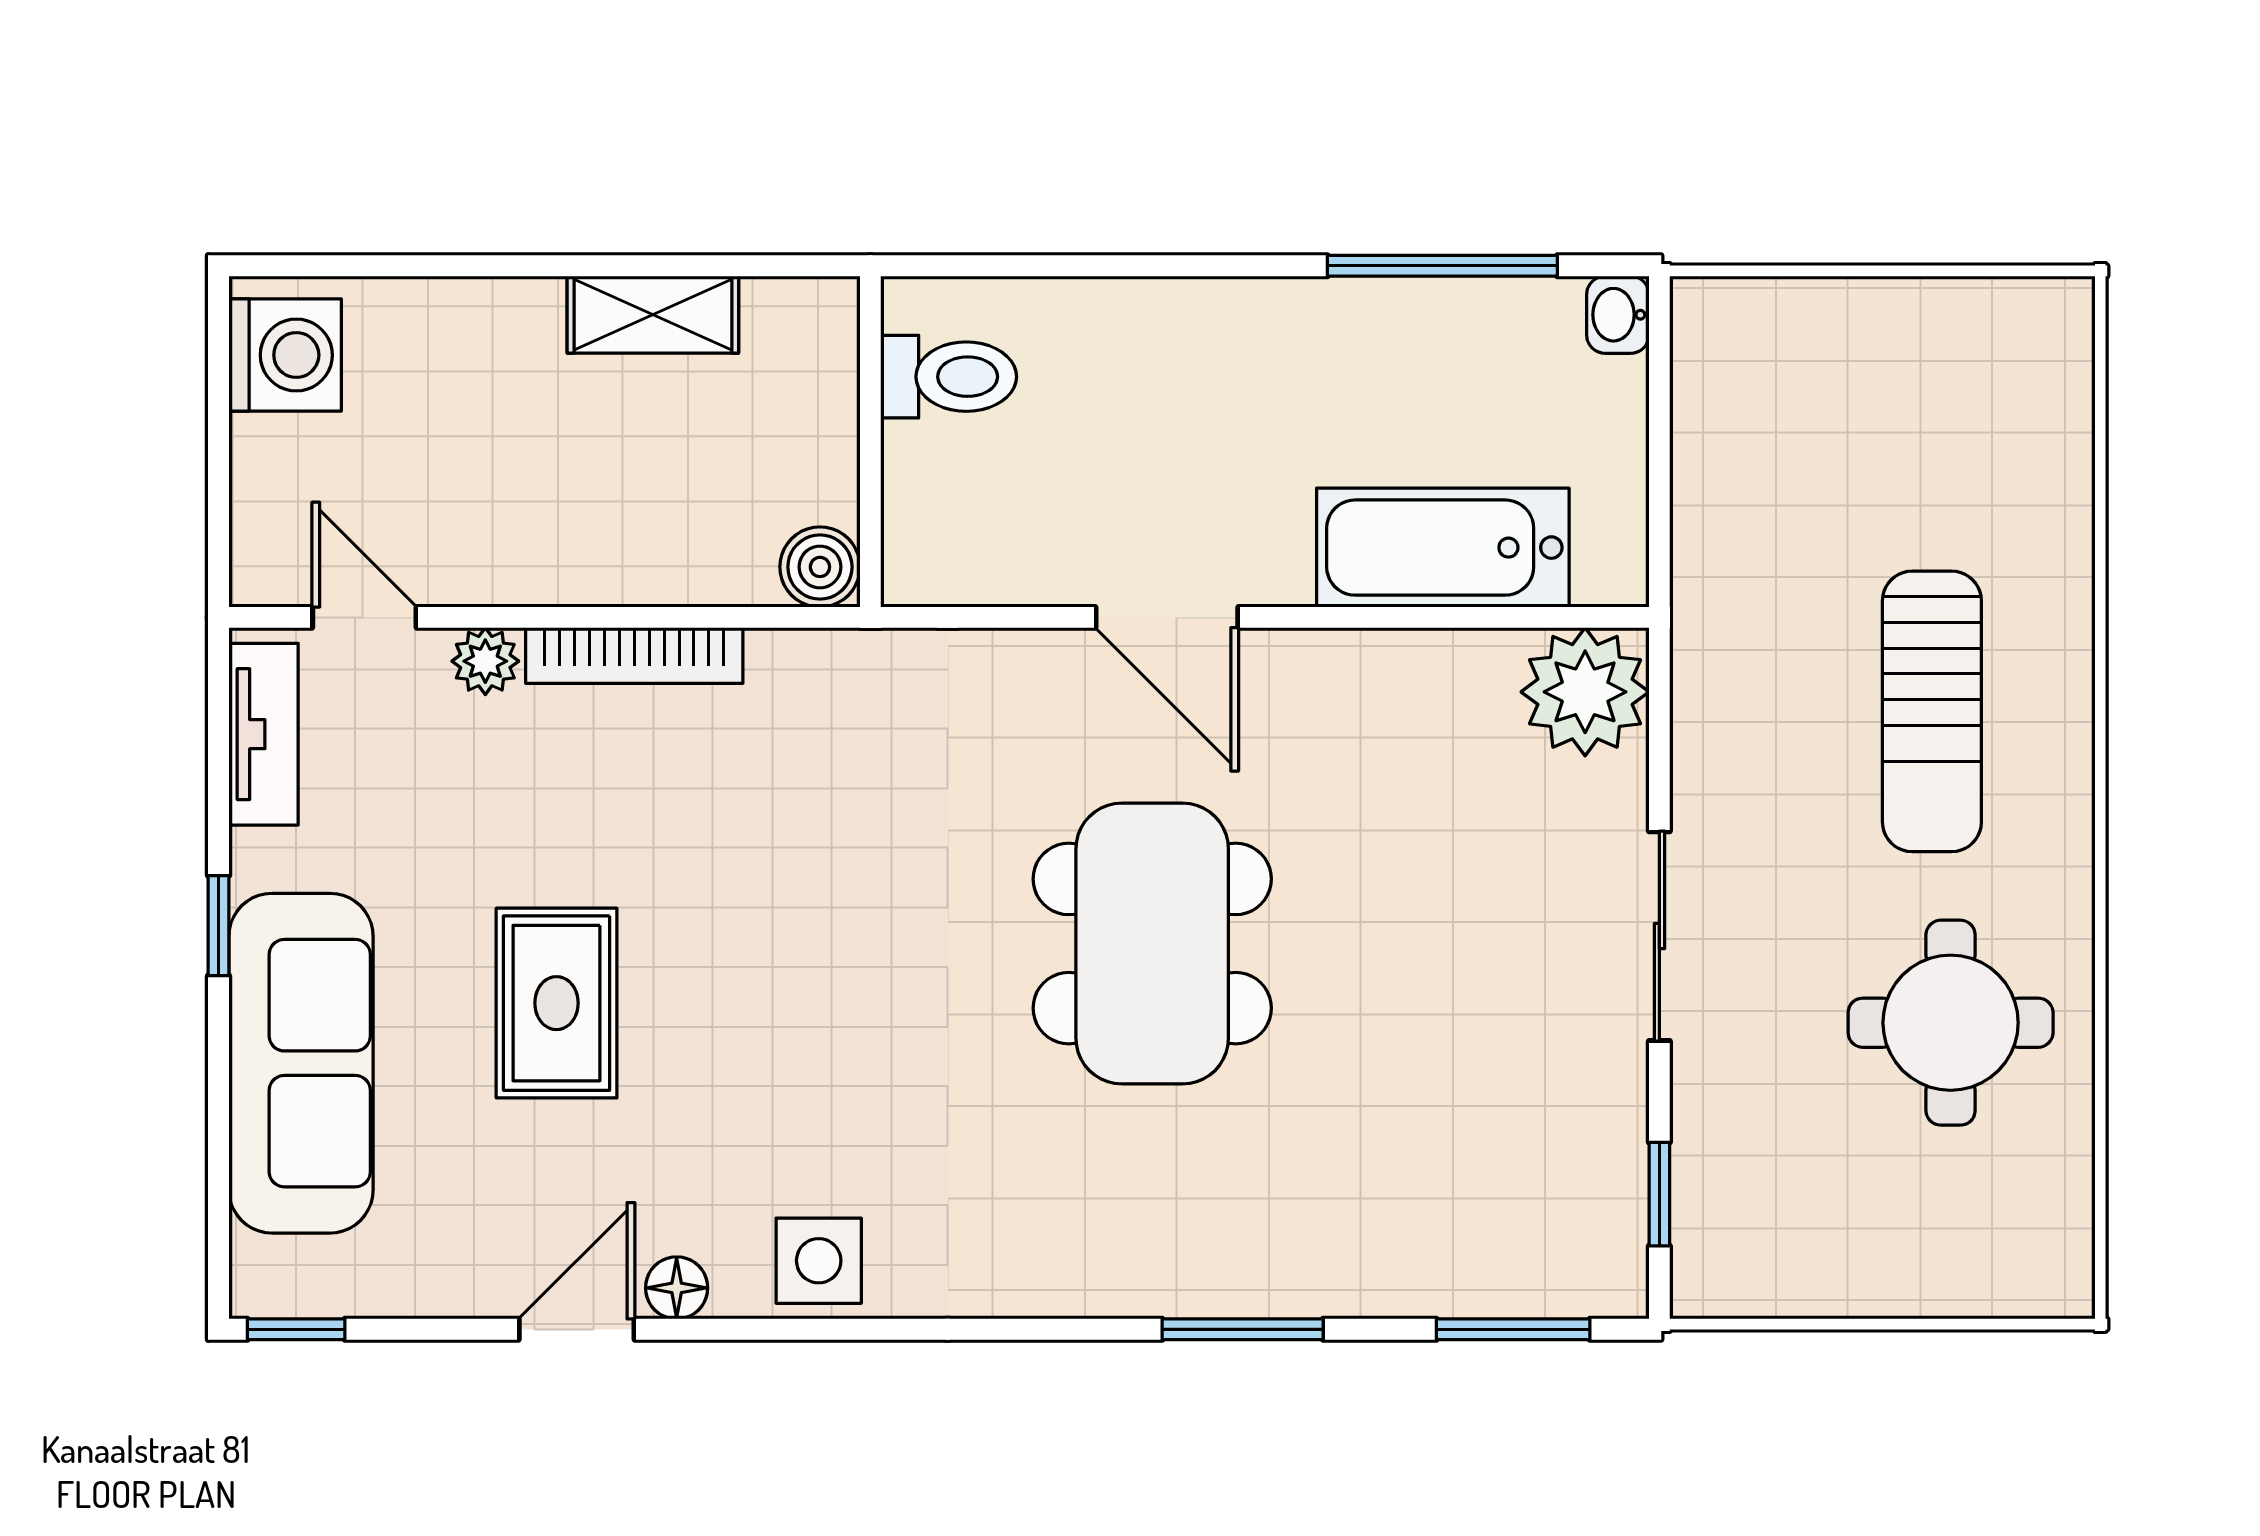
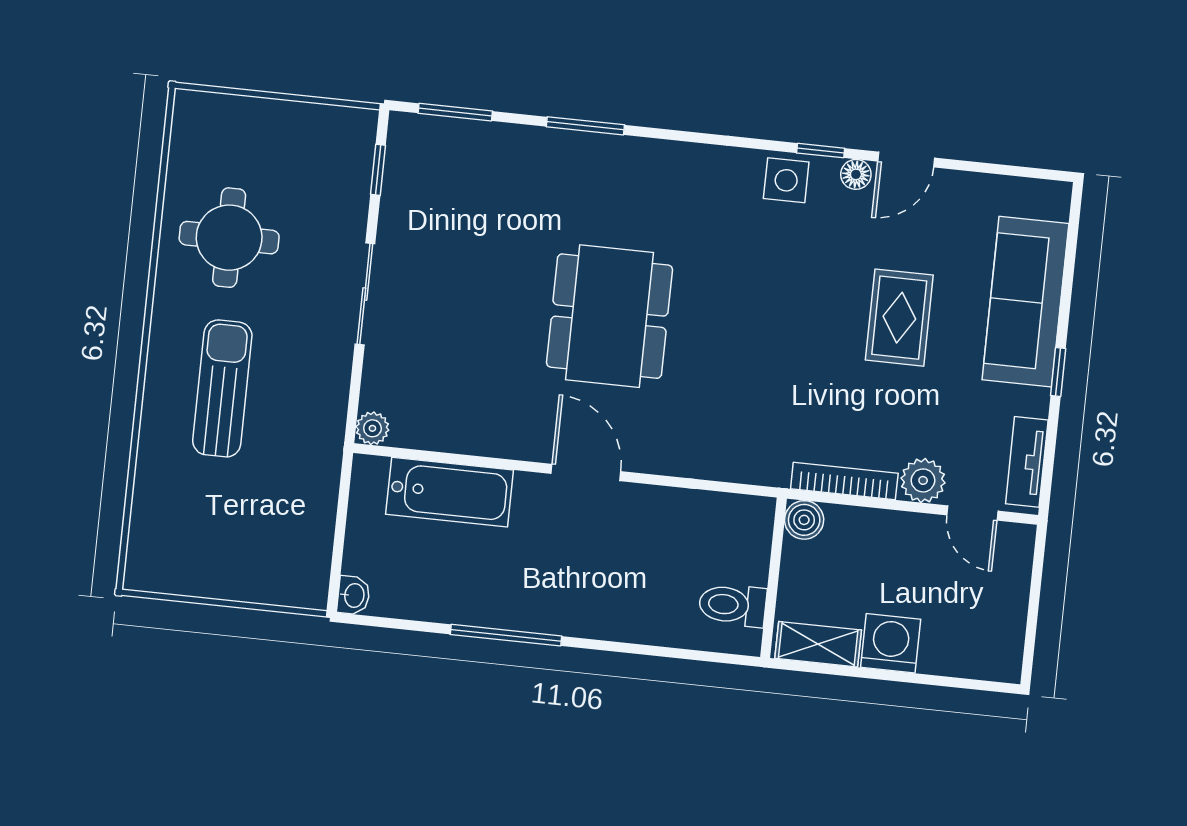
window: (1442, 266) -> (506, 635), moved
washing machine: (285, 355) -> (891, 643), moved, turned 90
toilet: (949, 377) -> (733, 605), moved
wall: (870, 442) -> (774, 578), moved
boiler: (820, 567) -> (804, 520), moved
plant: (485, 661) -> (923, 480), width x1.38, depth x1.38
plant: (1585, 692) -> (372, 428), width x0.53, depth x0.53
window: (296, 1329) -> (821, 151), moved

